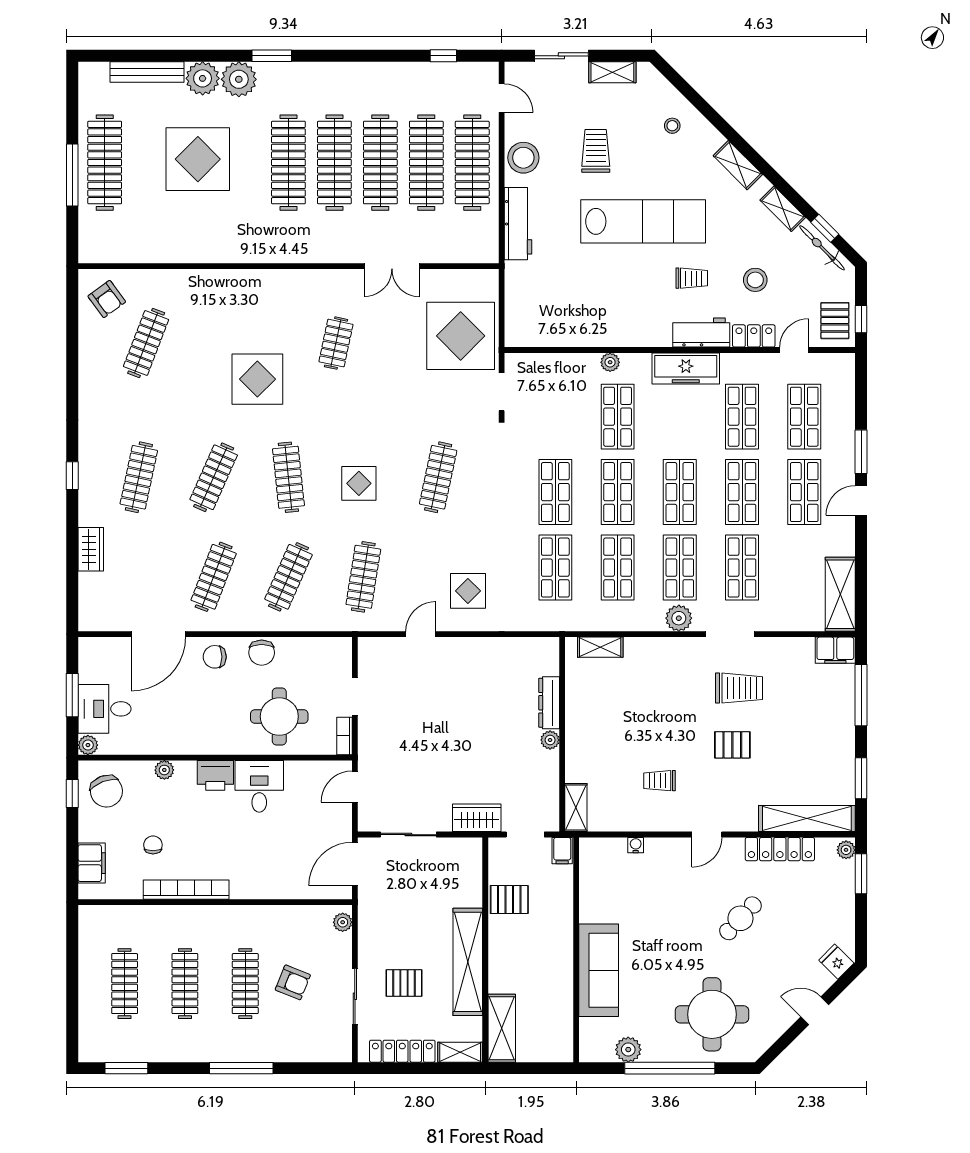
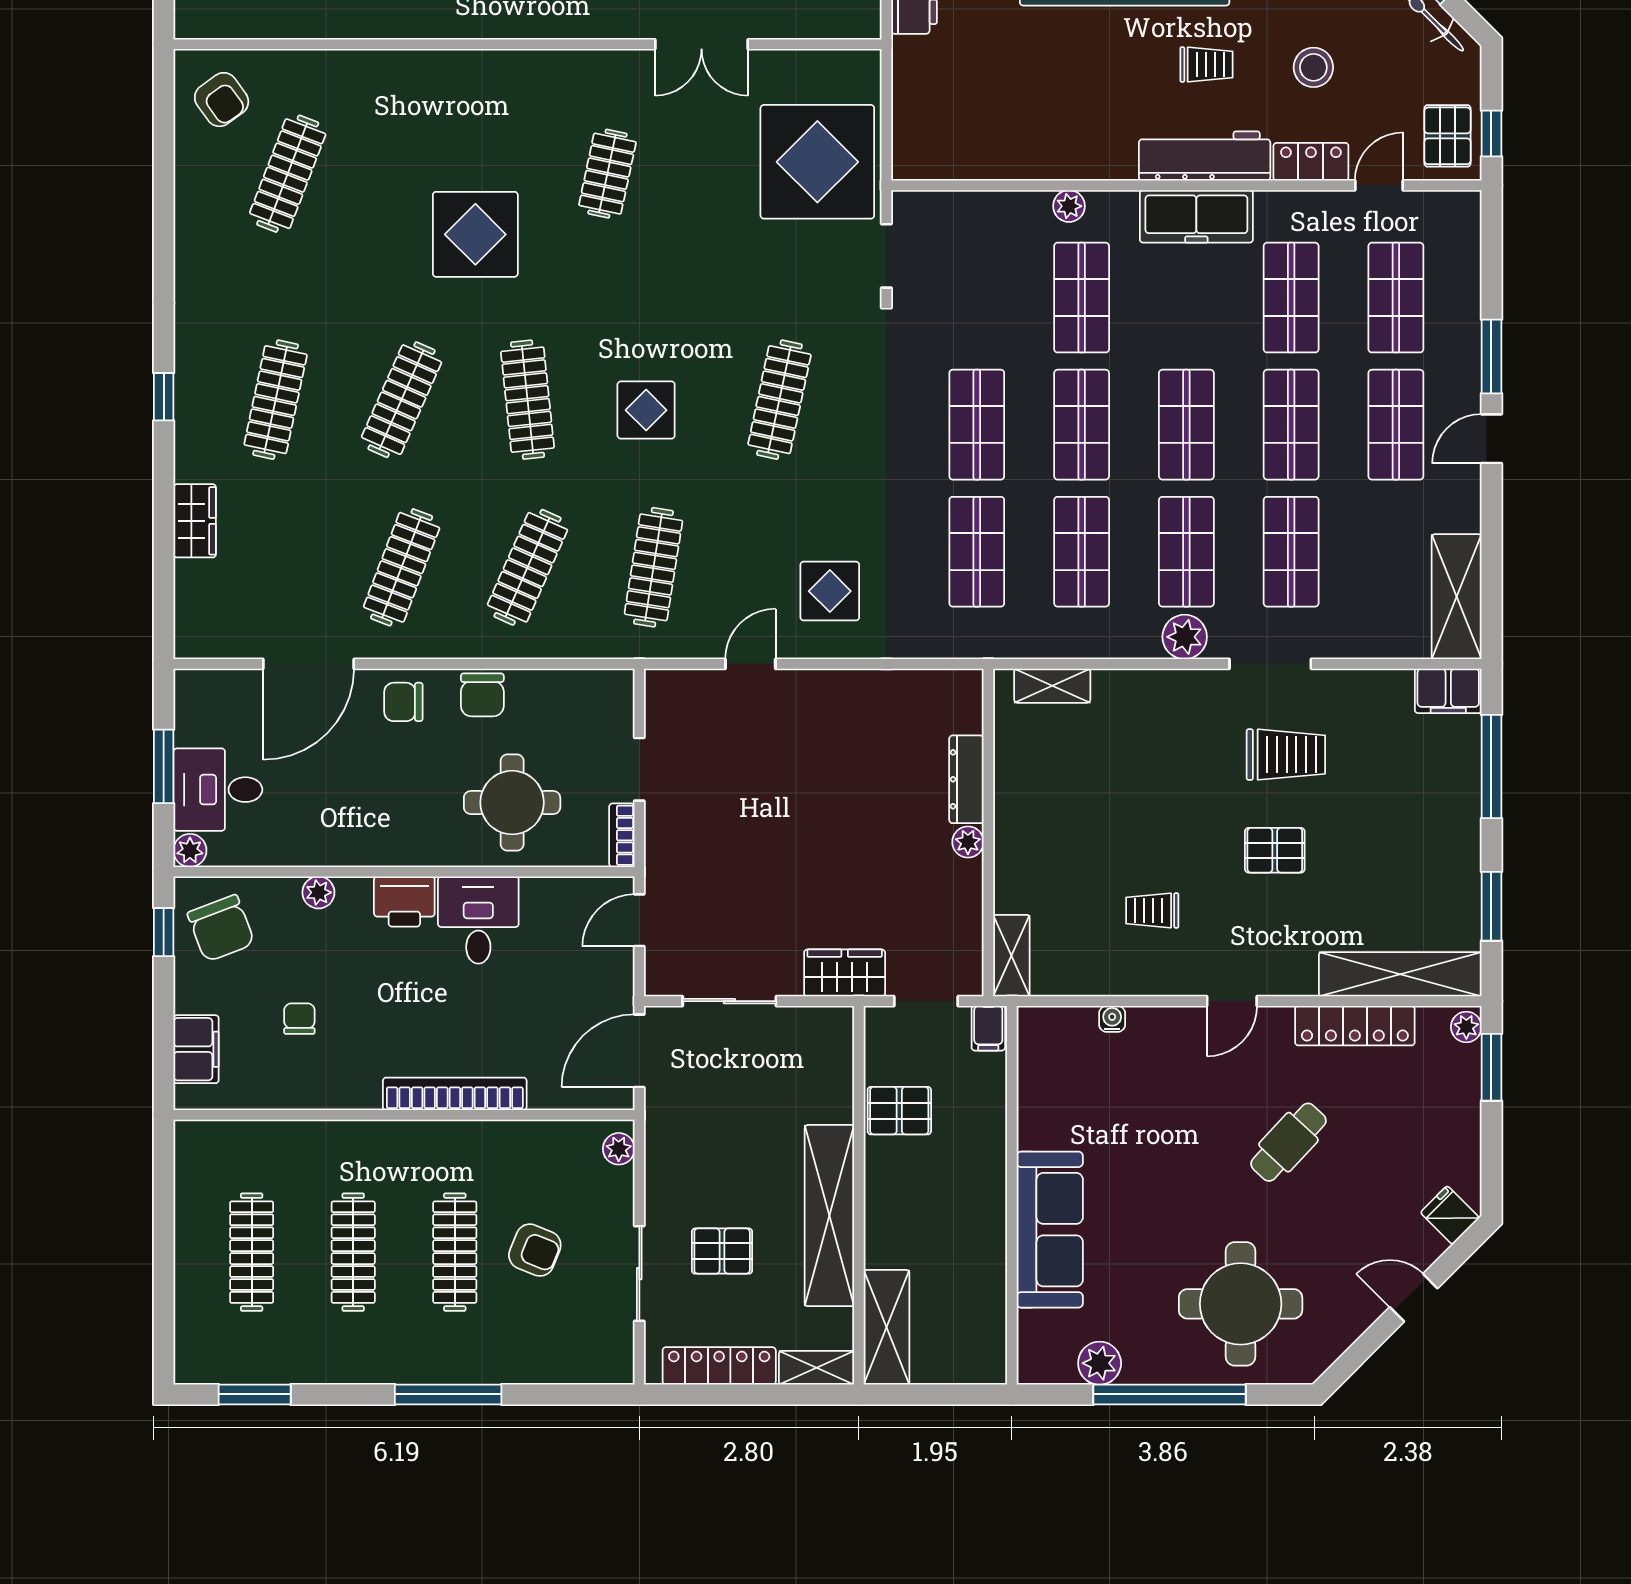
workbench: (701, 333) -> (1205, 156), width x1.37
bookcase: (186, 890) -> (455, 1094), moved

